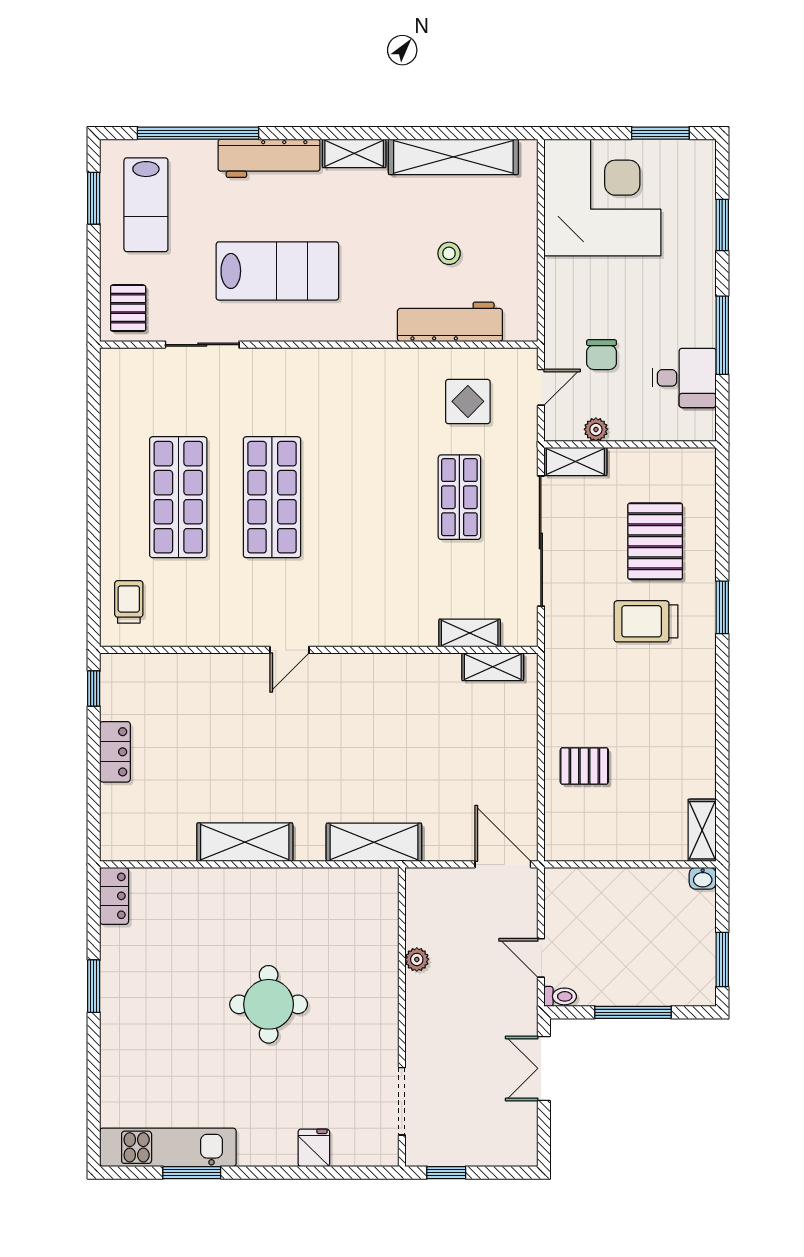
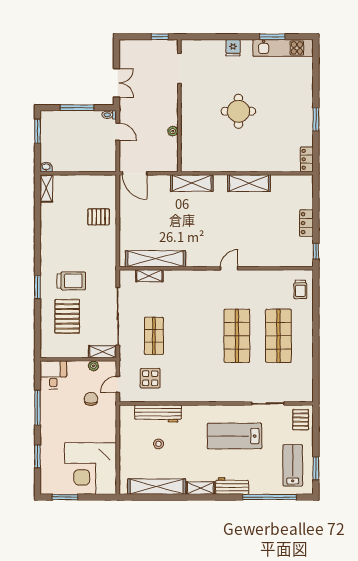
workbench: (269, 158) -> (232, 486), width x0.73
desk: (684, 378) -> (53, 375), moved, turned 90
shelving: (493, 667) -> (156, 259), width x2.20, depth x1.33
fridge: (314, 1148) -> (233, 48), moved

